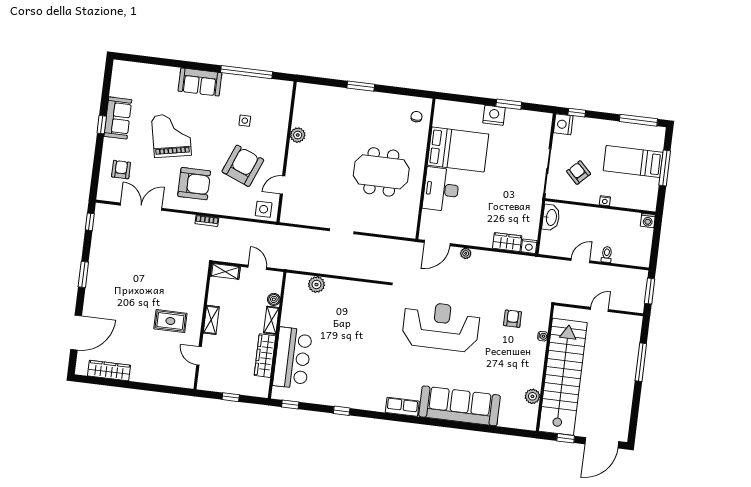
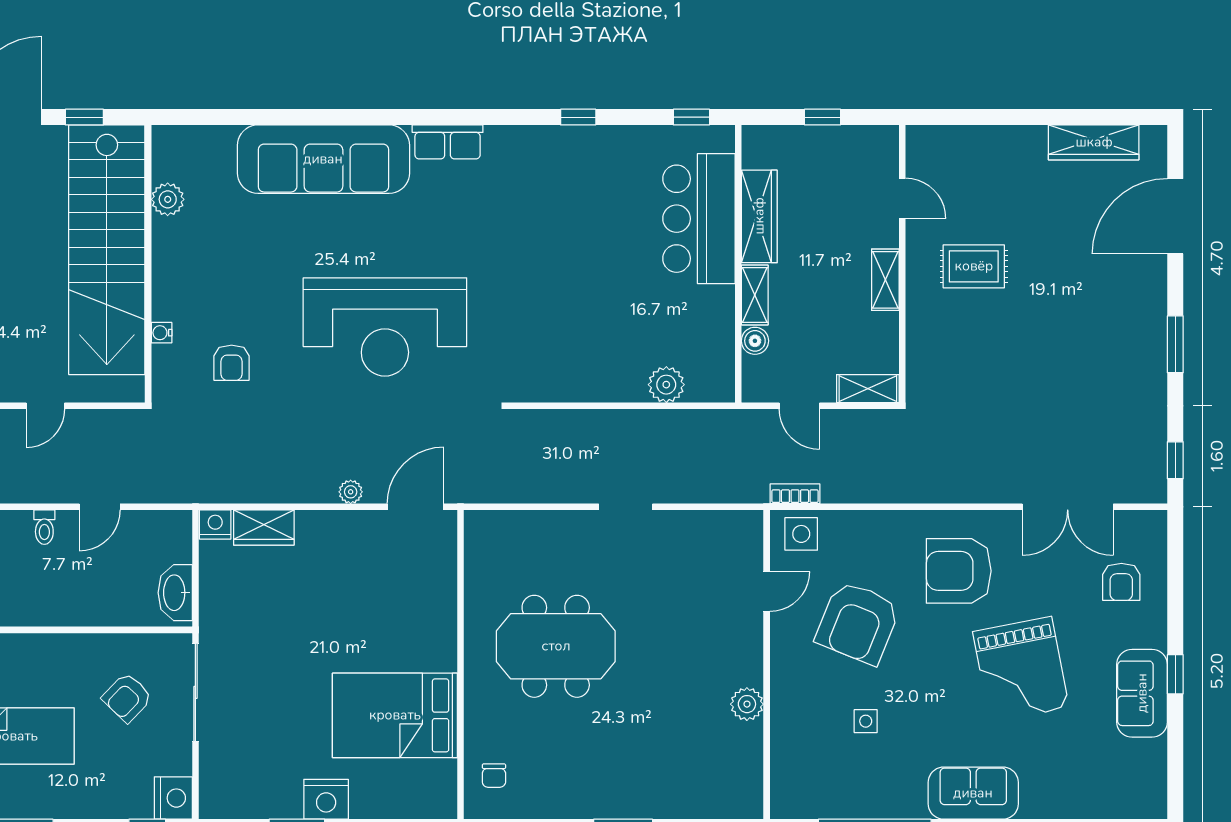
armchair: (579, 173) -> (127, 698), turned 89
desk: (441, 189) -> (421, 624), removed
nightstand: (605, 201) -> (63, 643), removed
bookcase: (207, 221) -> (795, 494), moved

